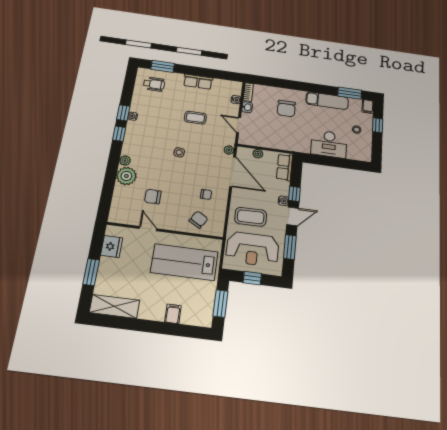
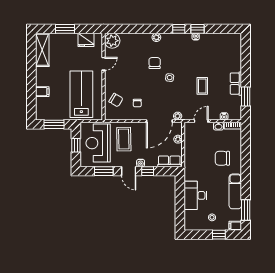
window: (163, 66) -> (246, 97), moved
wheelchair: (154, 84) -> (228, 49), removed
plant: (126, 176) -> (112, 41), moved
chair: (153, 197) -> (155, 63), moved

